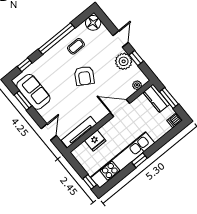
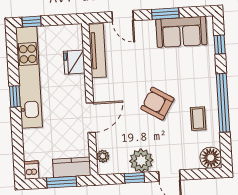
window: (23, 100) -> (165, 14), moved

